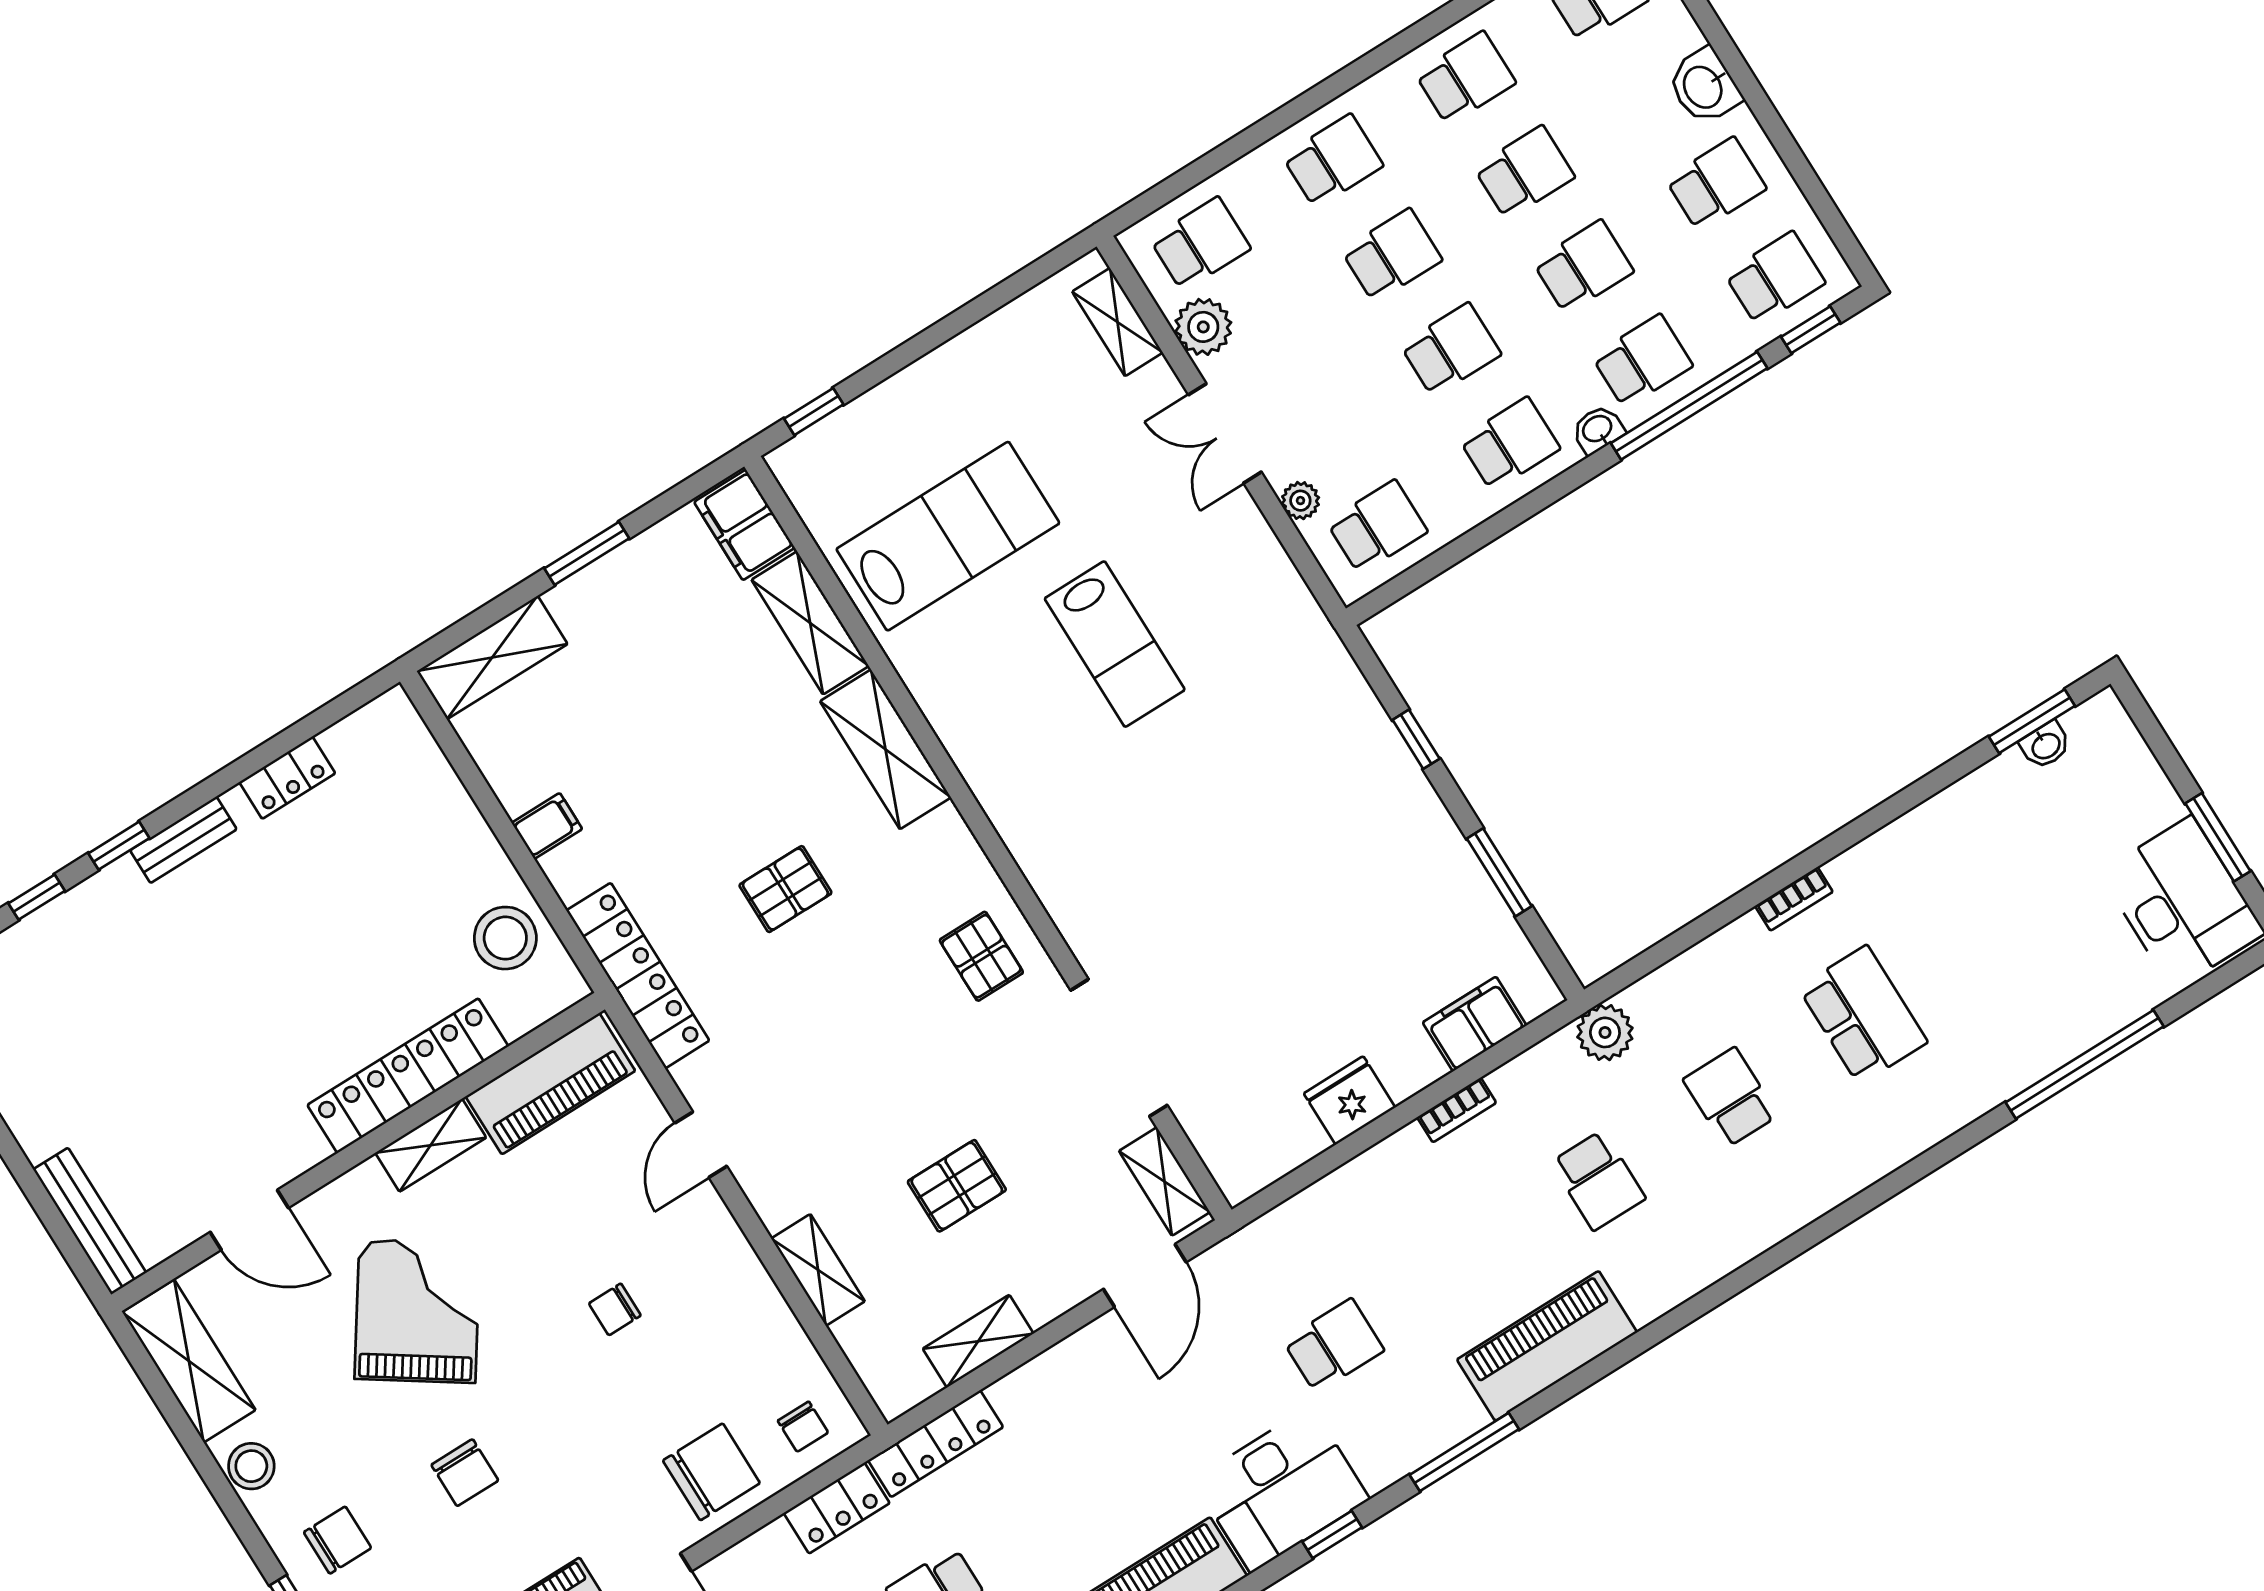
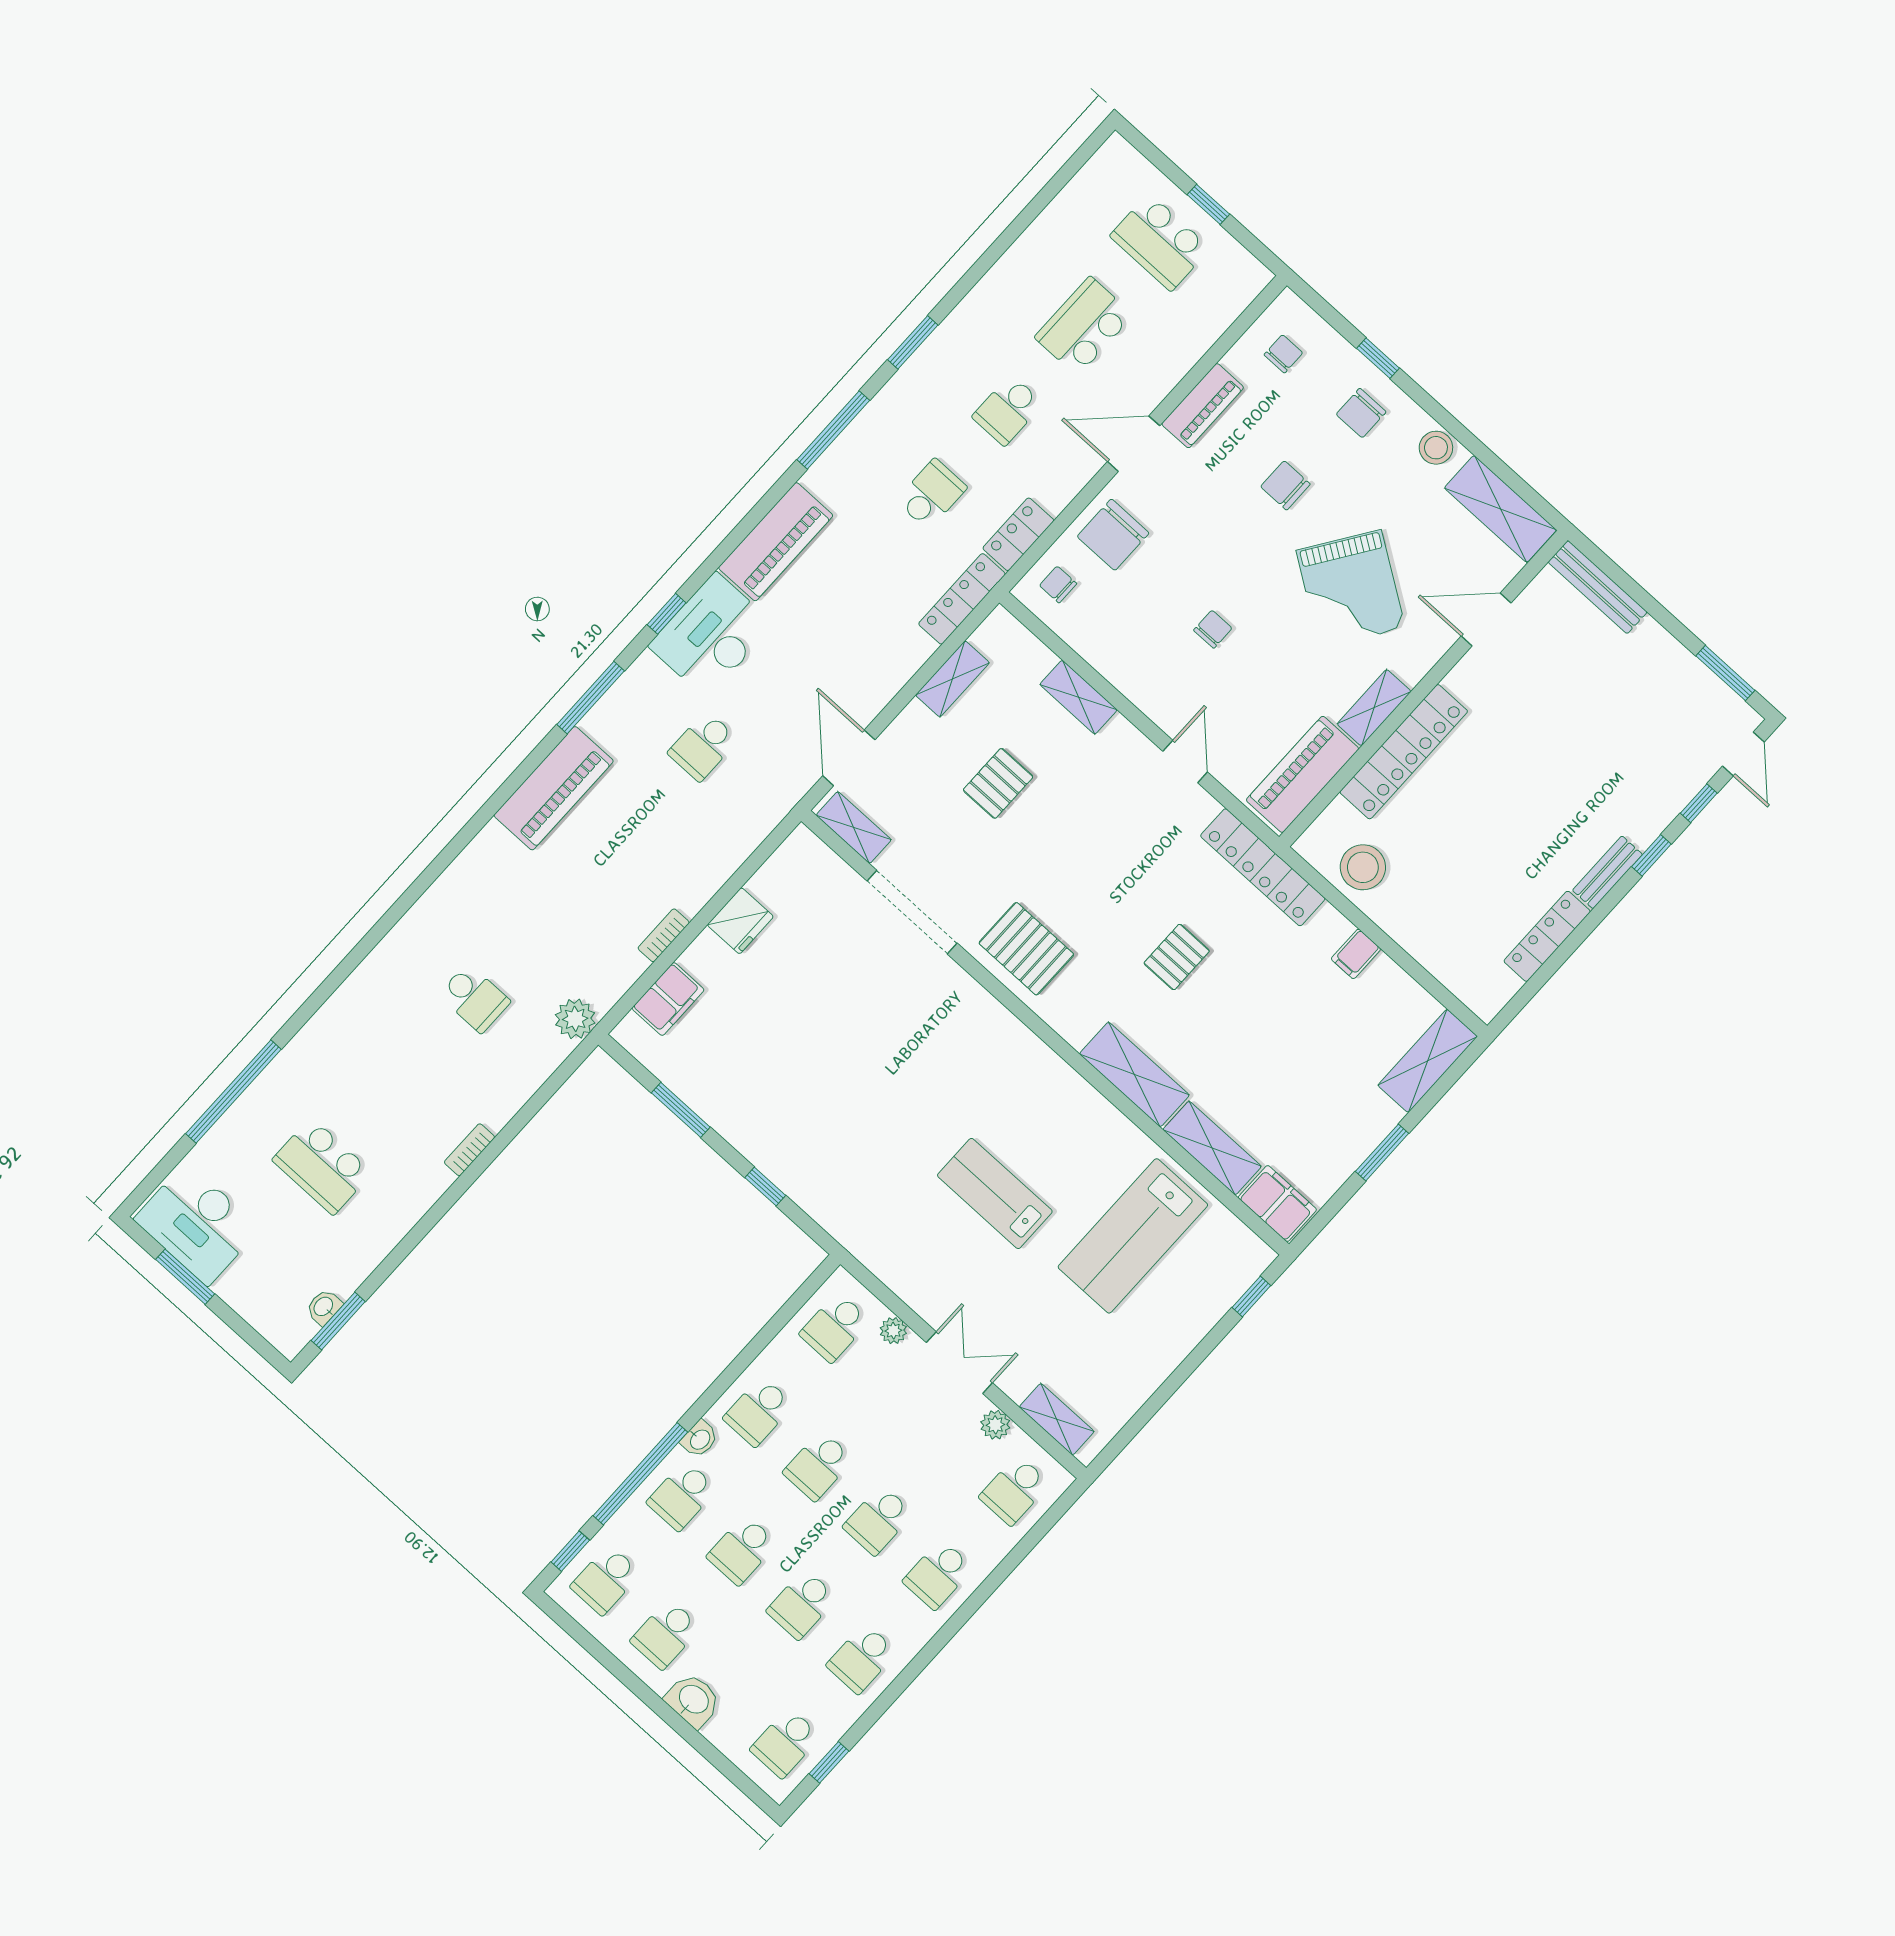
plant: (1203, 327) -> (995, 1425), width x0.73, depth x0.73
locker: (287, 778) -> (1547, 936), width x1.53
pallet: (981, 956) -> (1026, 949), width x1.50, depth x1.42
school desk: (1863, 1015) -> (322, 1166), moved
school desk: (1598, 1180) -> (551, 914), removed

